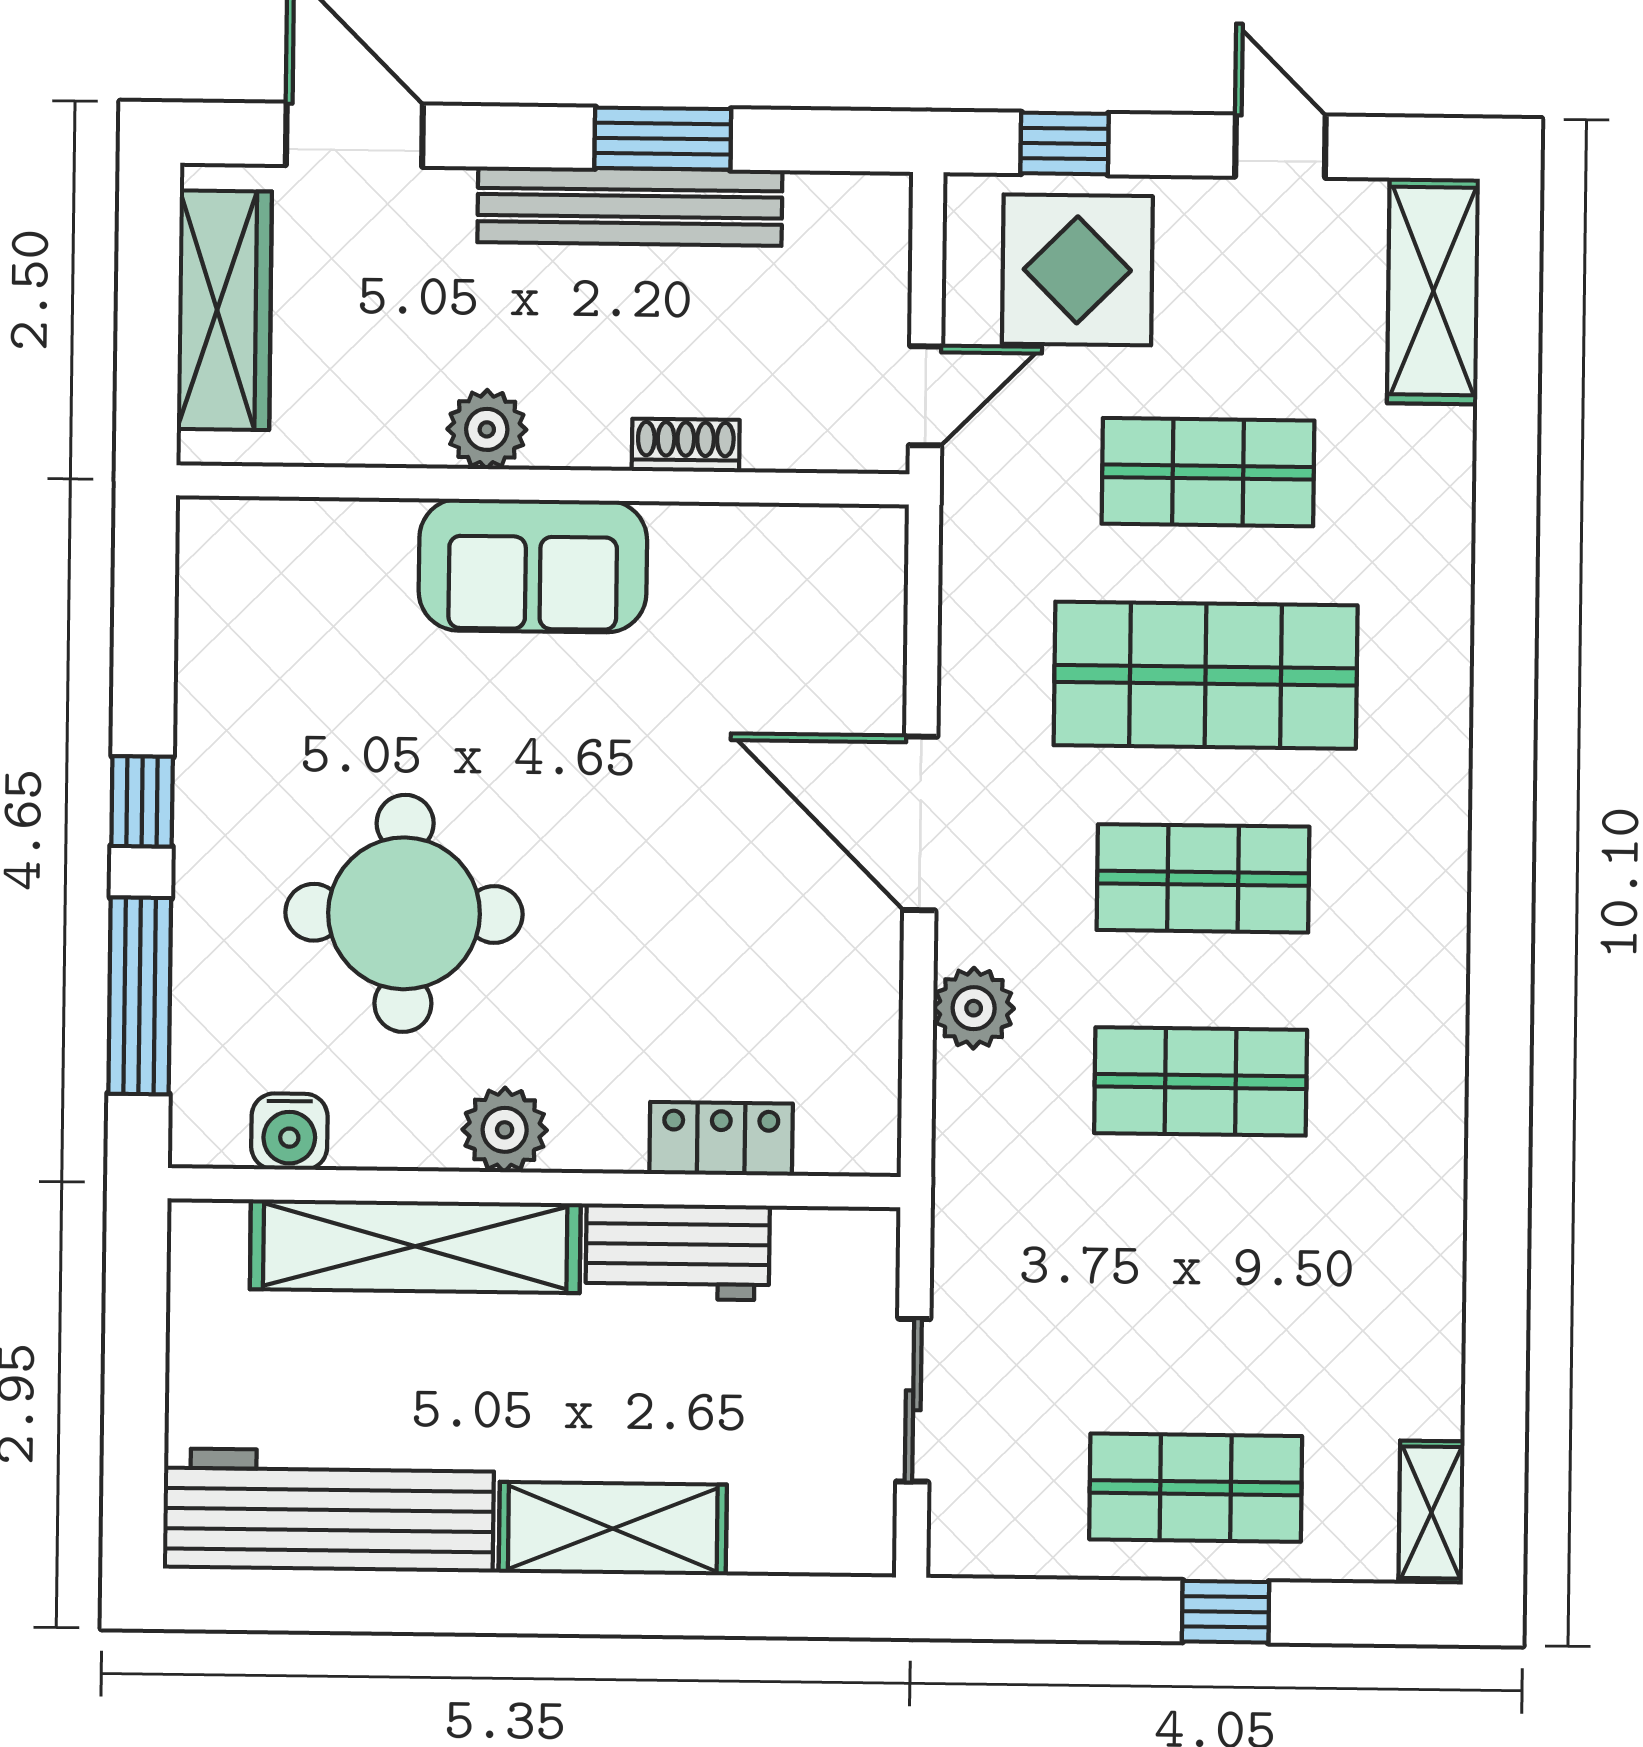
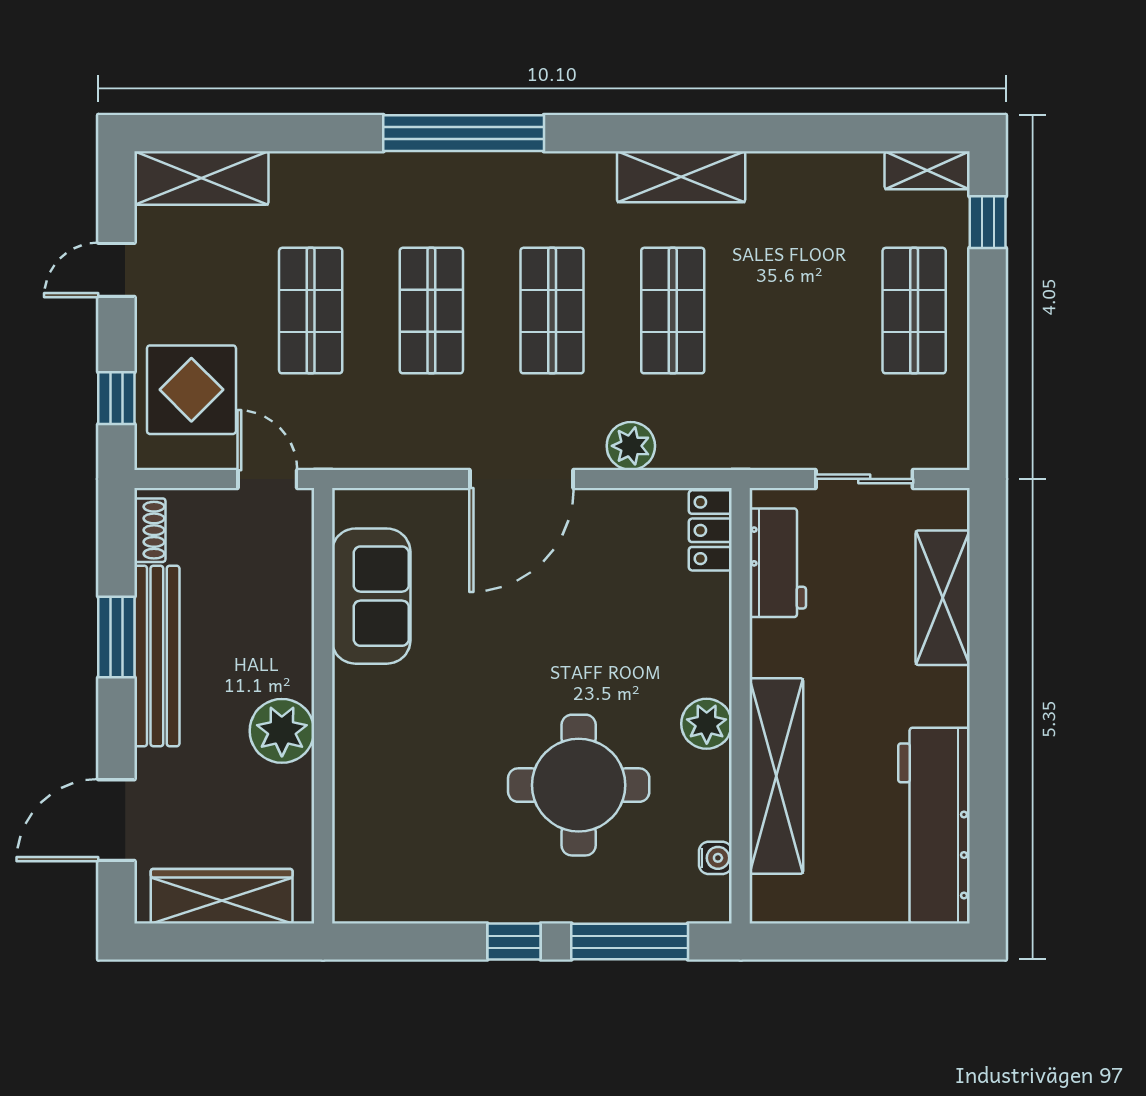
plant: (487, 429) -> (282, 731), width x1.36, depth x1.36
shoe rack: (686, 445) -> (150, 530), moved, turned 180
sofa: (533, 566) -> (371, 596), moved
shop shelf: (1206, 675) -> (431, 311), width x0.70, depth x0.74
window: (1503, 733) -> (464, 133), added
shelving: (1426, 1098) -> (681, 177), added
water cooler: (289, 1132) -> (715, 858), width x0.72, depth x0.72
locker: (721, 1139) -> (710, 530), moved
workbench: (678, 1252) -> (778, 563), moved
shelving: (613, 1529) -> (943, 598), moved
window: (1226, 1612) -> (988, 222), moved

